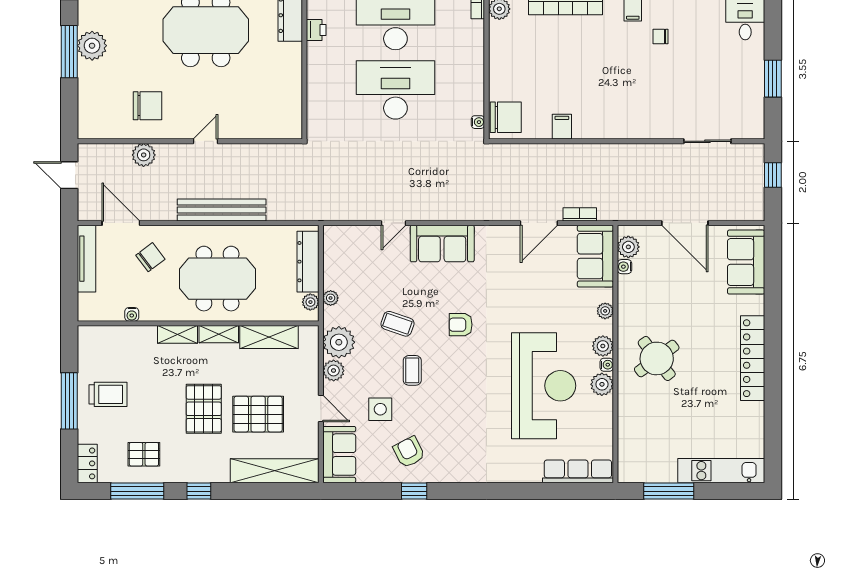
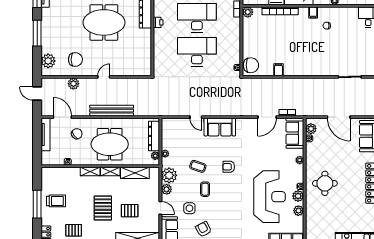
plant: (92, 46) -> (48, 61), moved
door: (393, 223) -> (196, 117), hinge flipped
plant: (603, 346) -> (298, 211), moved
round table: (657, 358) -> (325, 183), turned 37
pallet: (258, 414) -> (130, 211), width x0.67, depth x0.71

